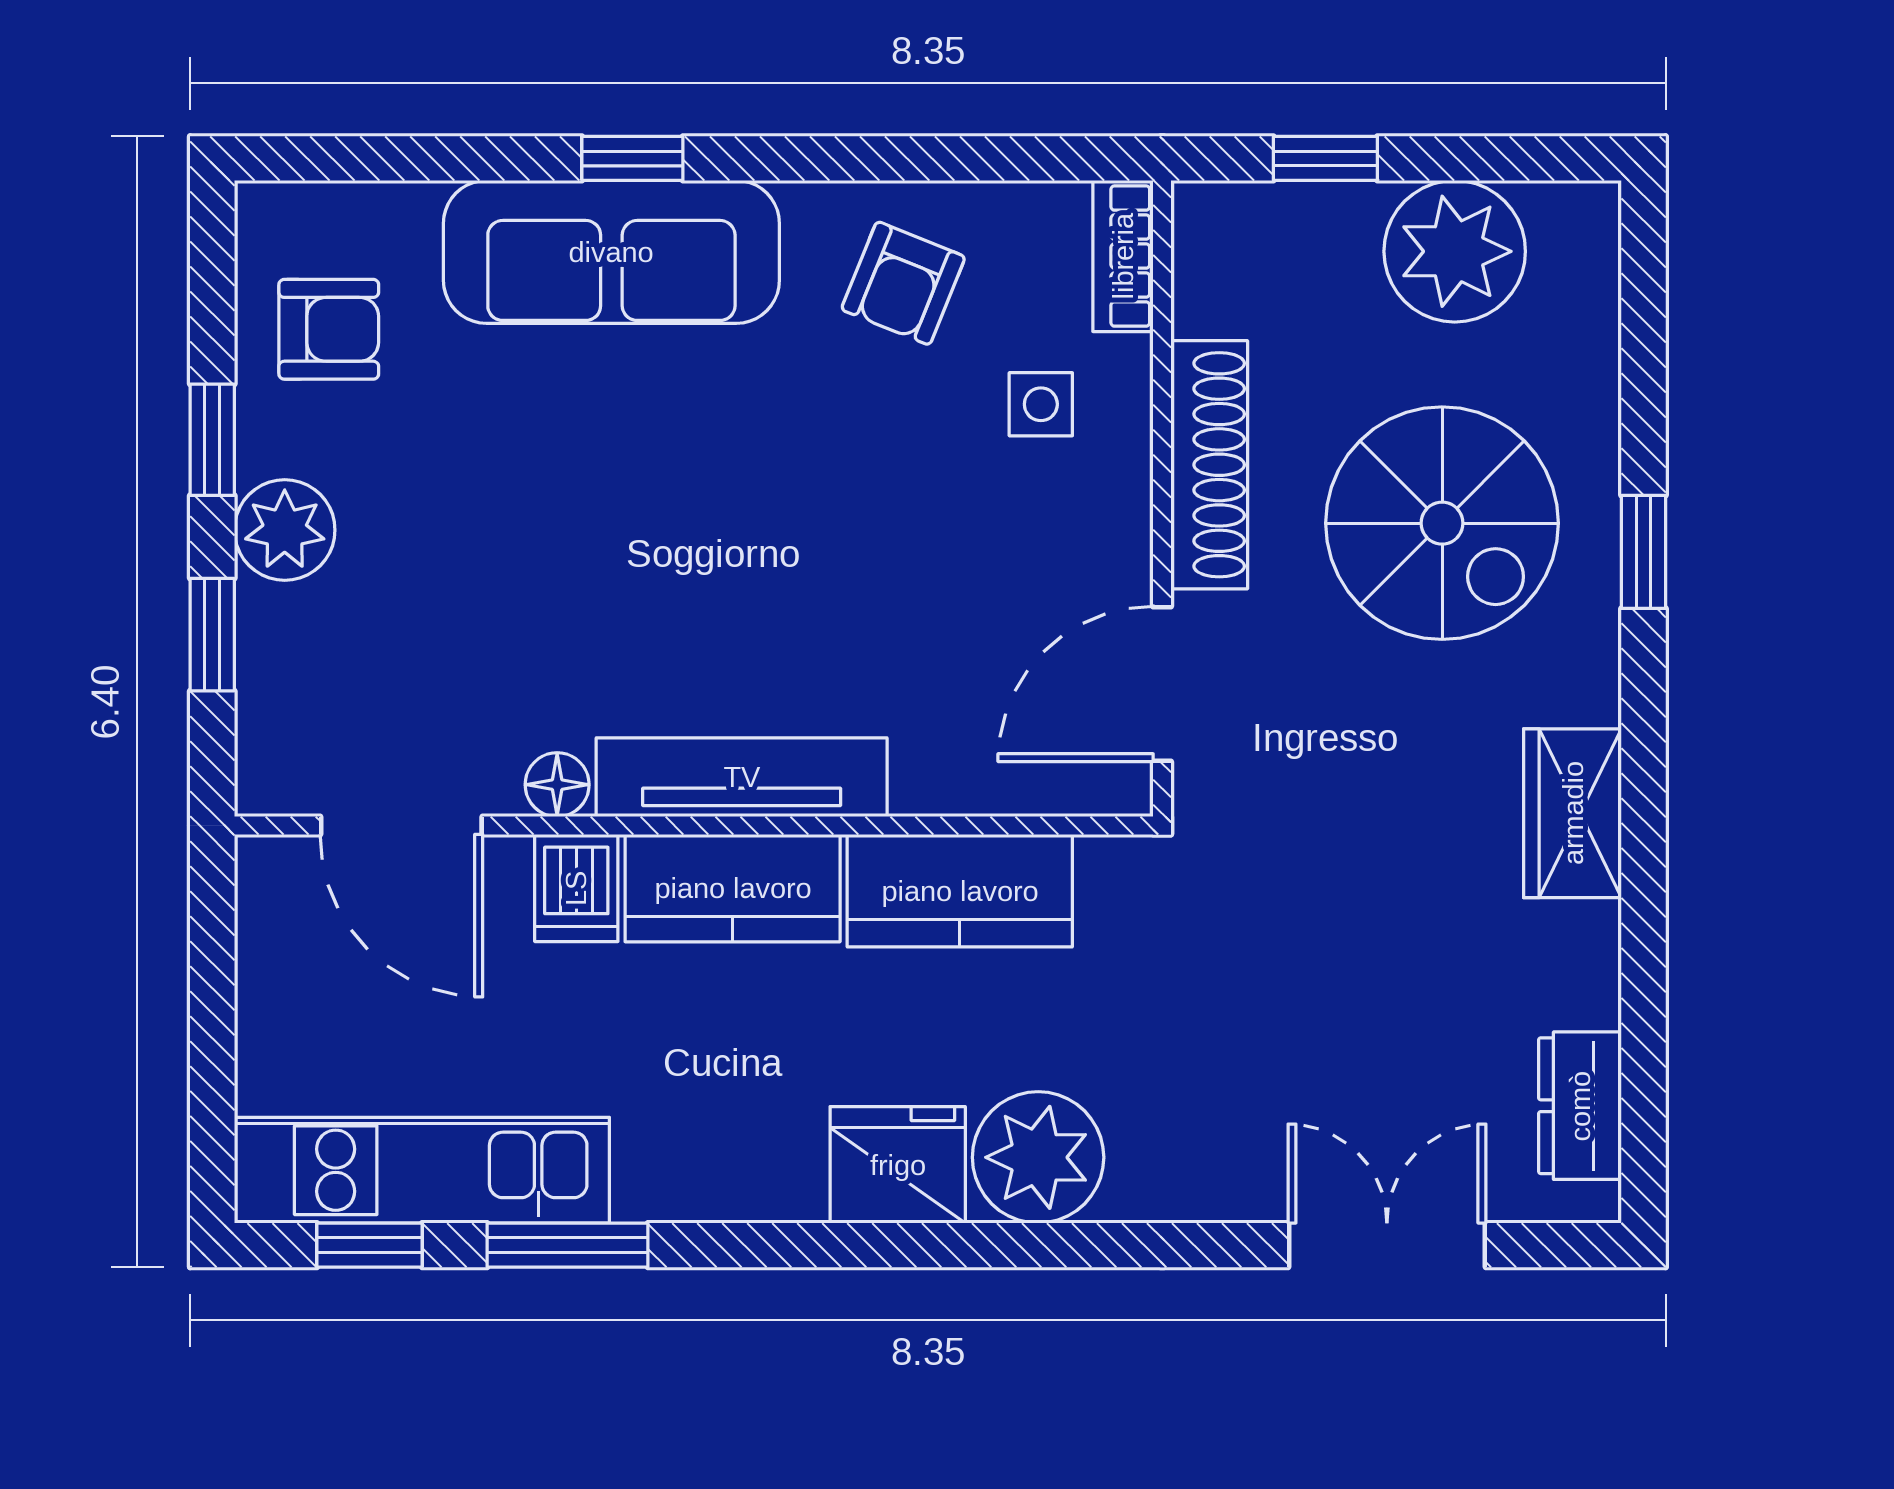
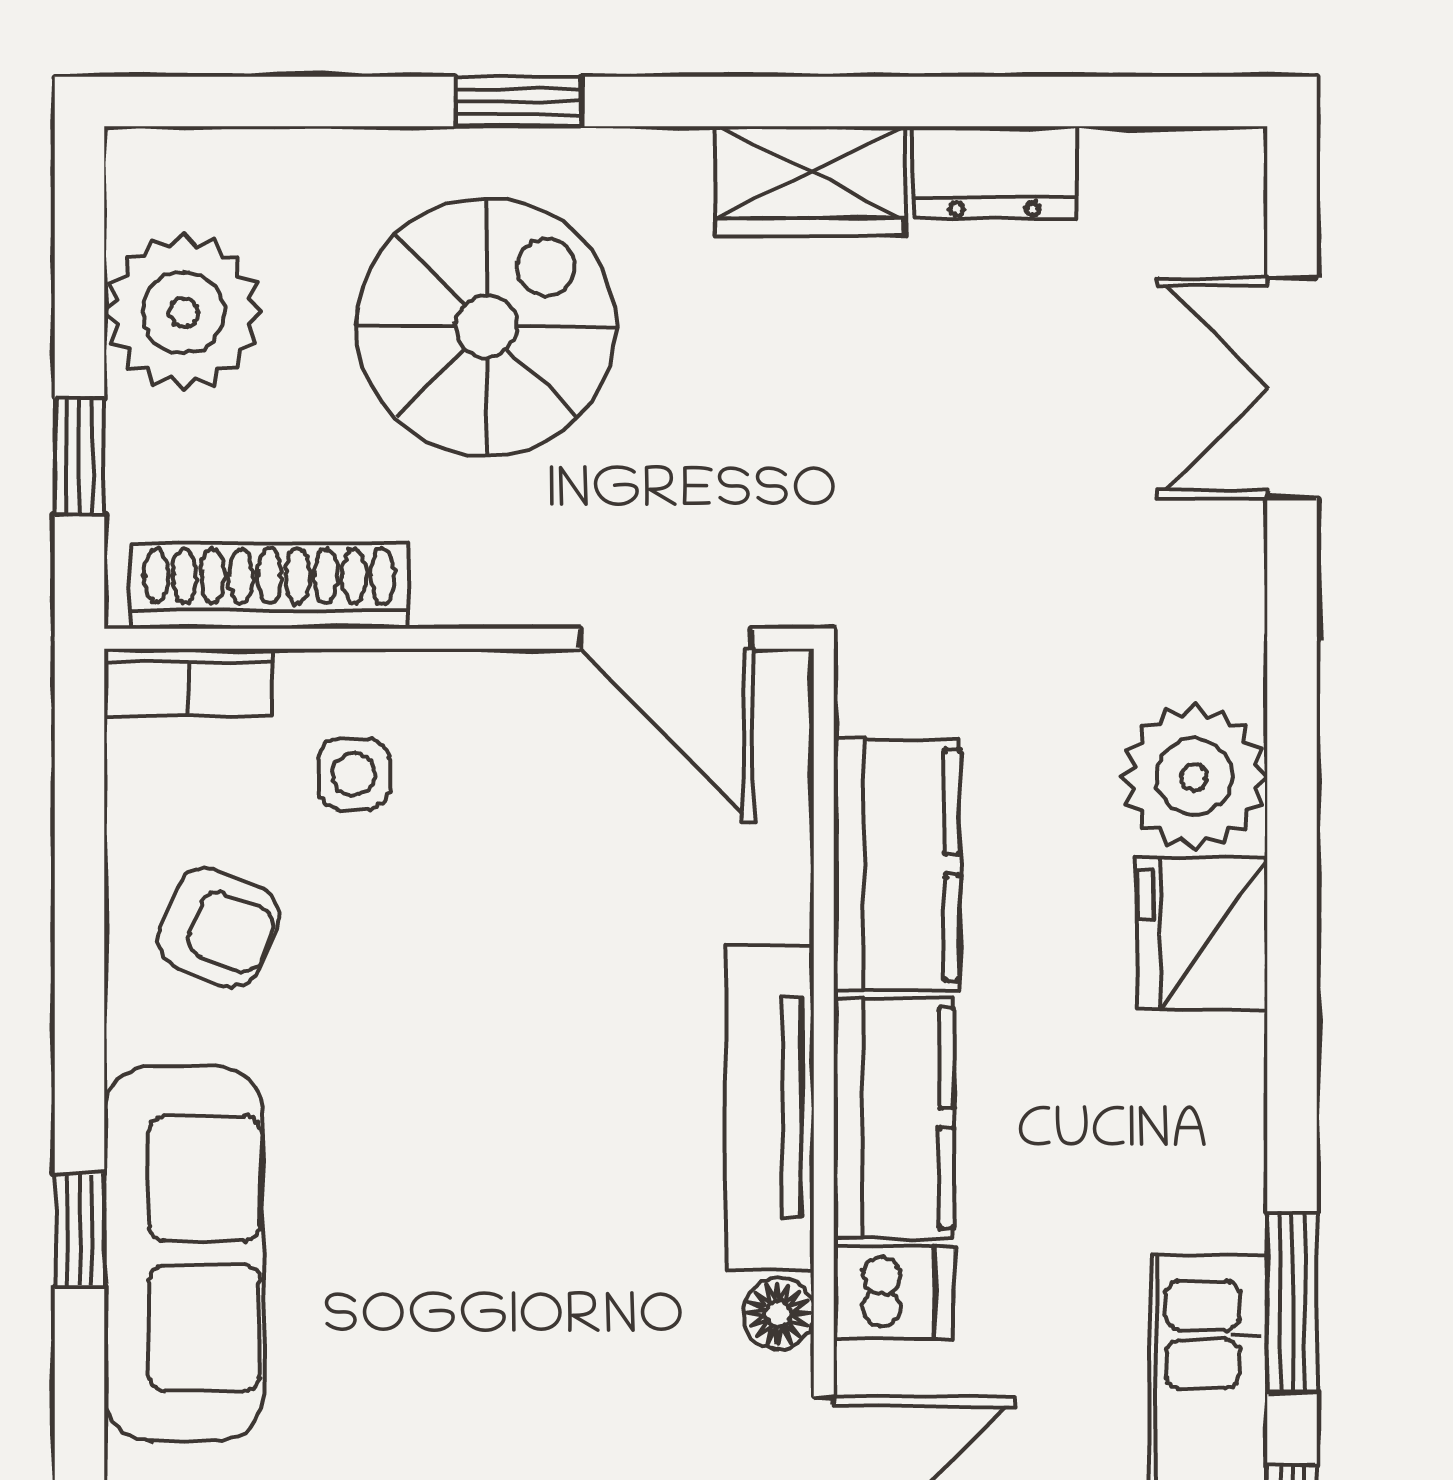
shoe rack: (1209, 465) -> (269, 586), moved
dresser: (1580, 1106) -> (995, 172), moved

